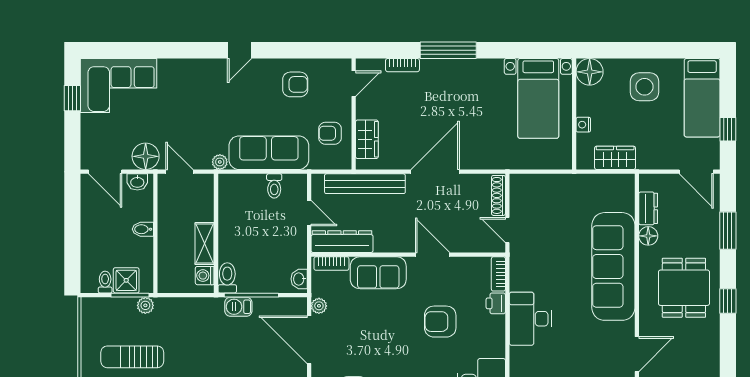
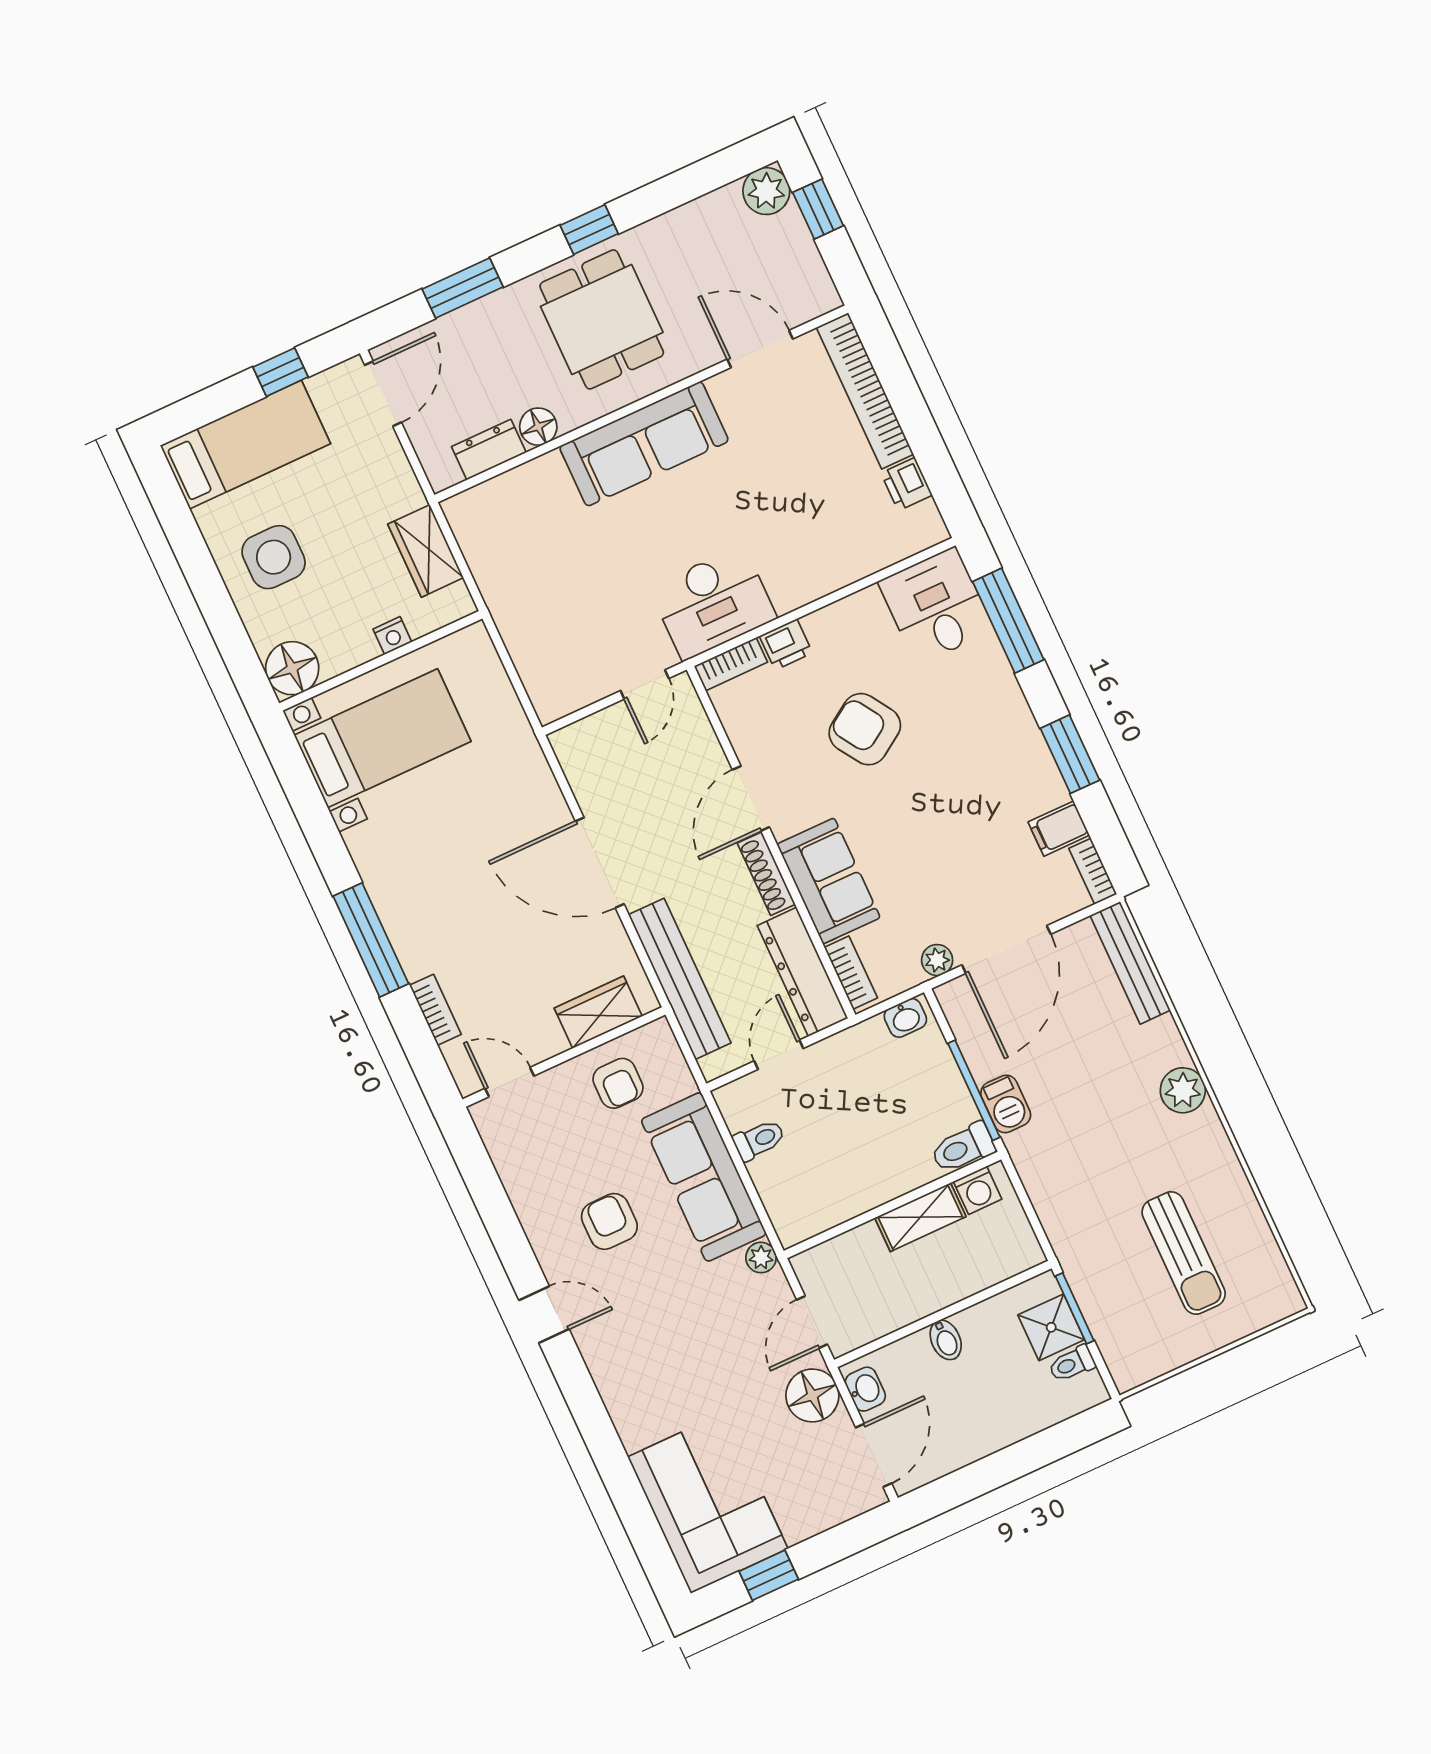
armchair: (295, 84) -> (609, 1221), moved
shoe rack: (498, 195) -> (766, 874), moved, turned 90
sofa: (613, 266) -> (644, 444), width x0.74, depth x0.79
dining table: (684, 288) -> (602, 319), turned 90
plant: (145, 305) -> (1080, 1272), removed
desk: (530, 319) -> (713, 603), moved
armchair: (440, 322) -> (865, 729), turned 147

